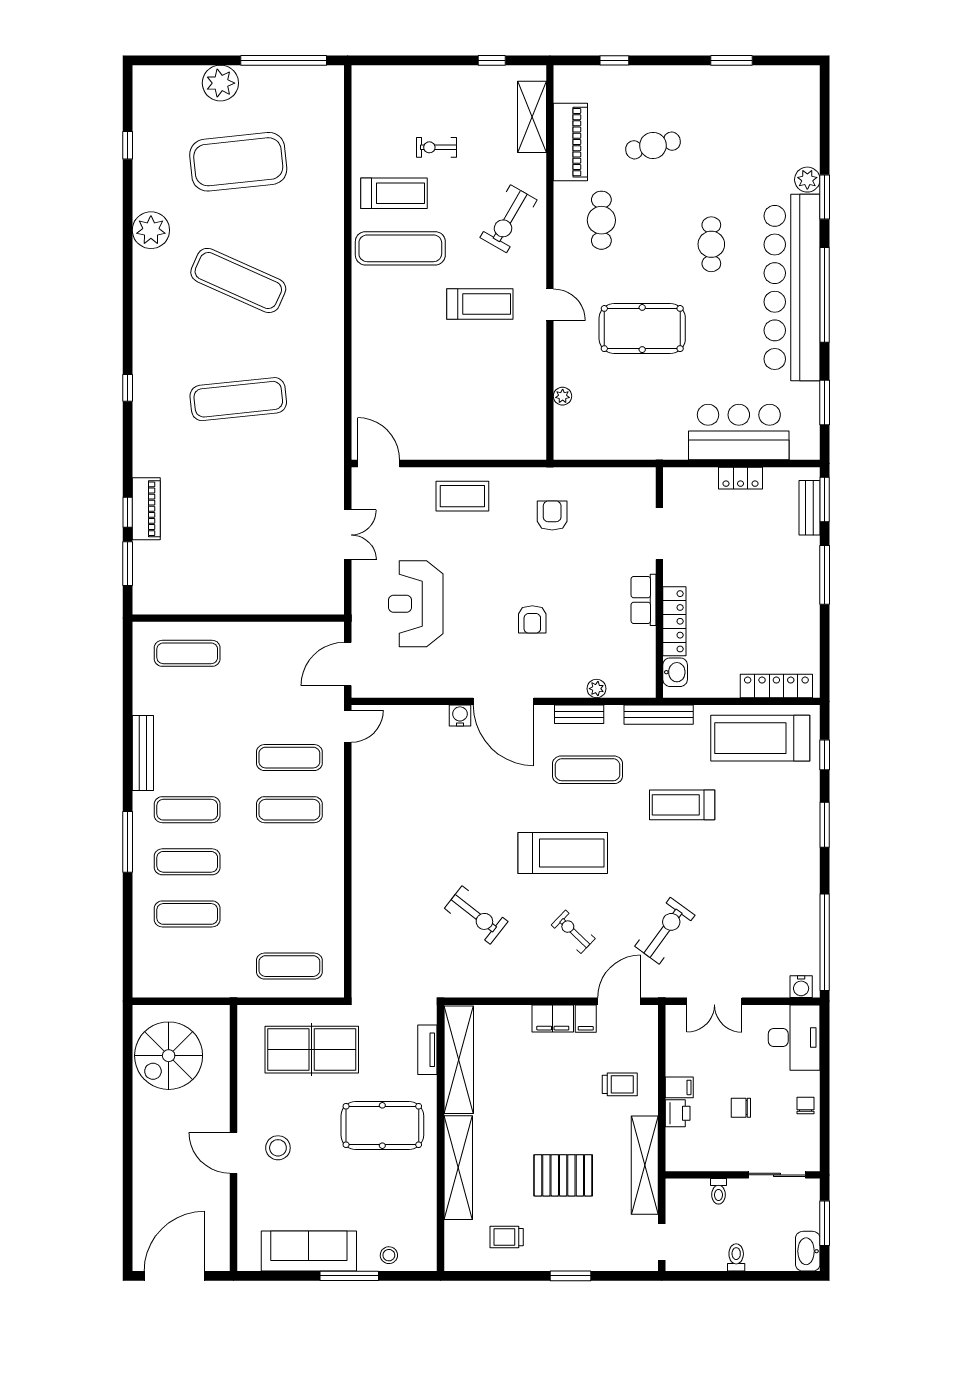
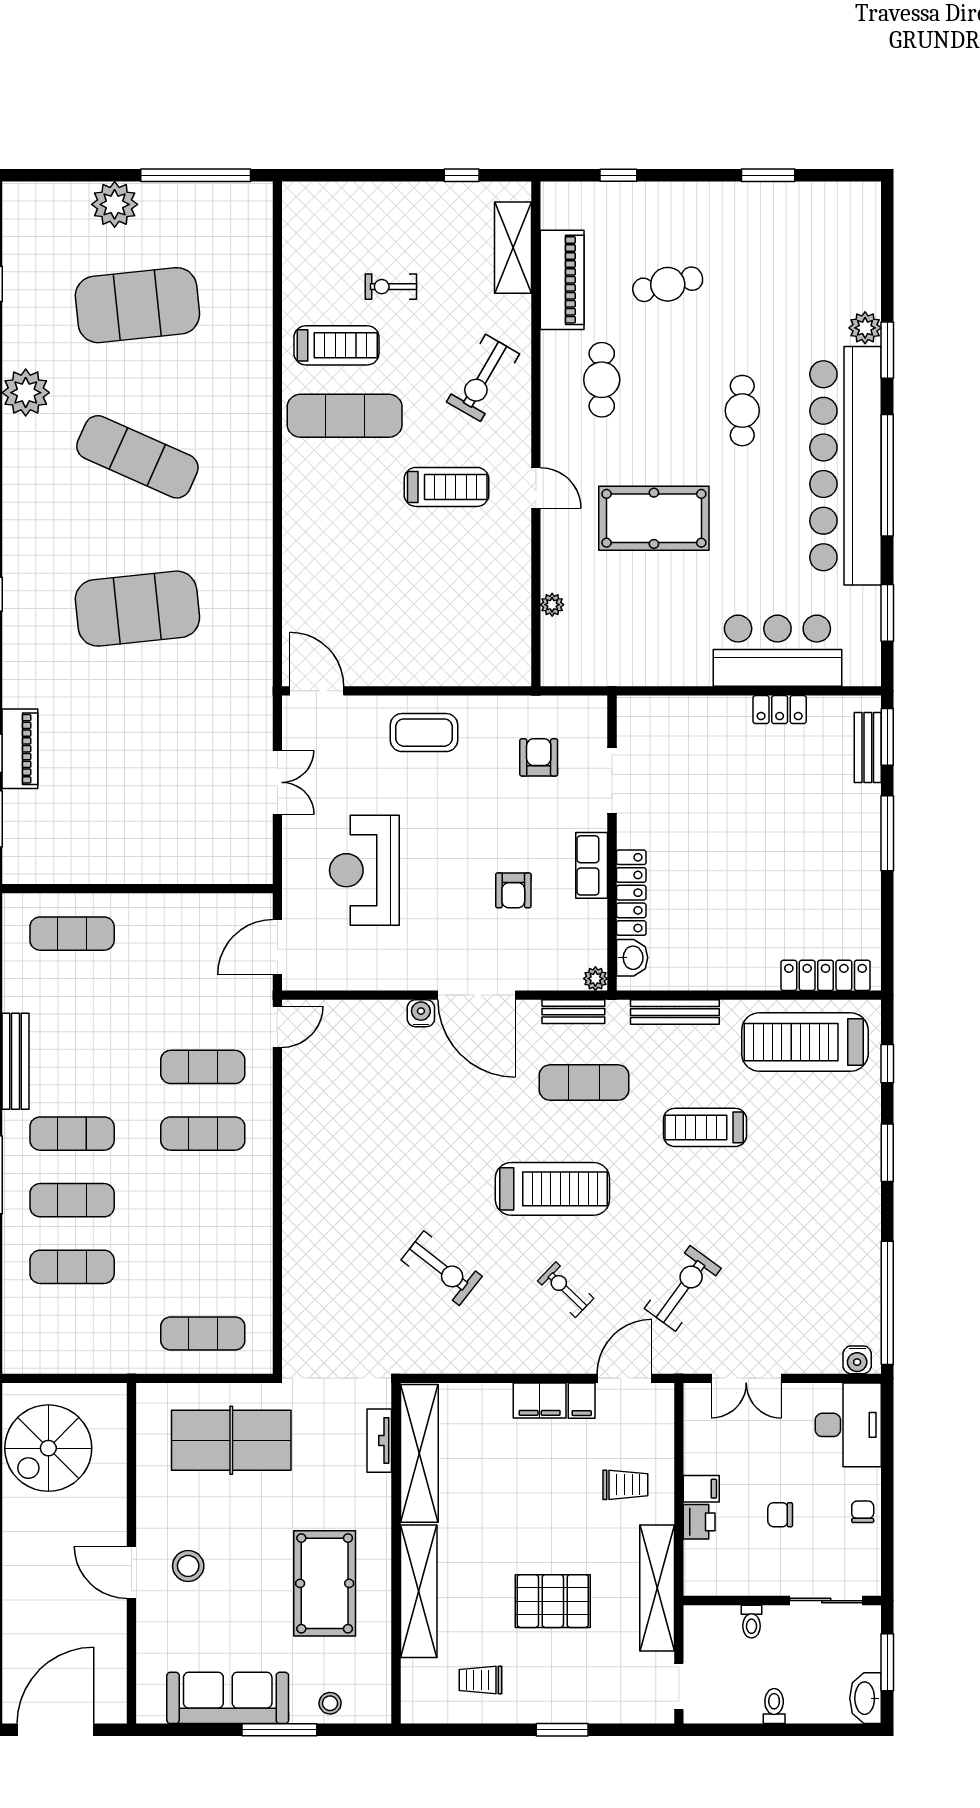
exercise mat: (238, 399) -> (137, 609), width x1.47
doorway: (659, 534) -> (612, 781), moved
wall: (659, 582) -> (612, 843), moved
row of seats: (643, 600) -> (592, 865), moved
locker: (674, 621) -> (631, 893), moved
washbasin: (675, 672) -> (632, 958), moved
pool table: (382, 1125) -> (325, 1583), moved, turned 90

